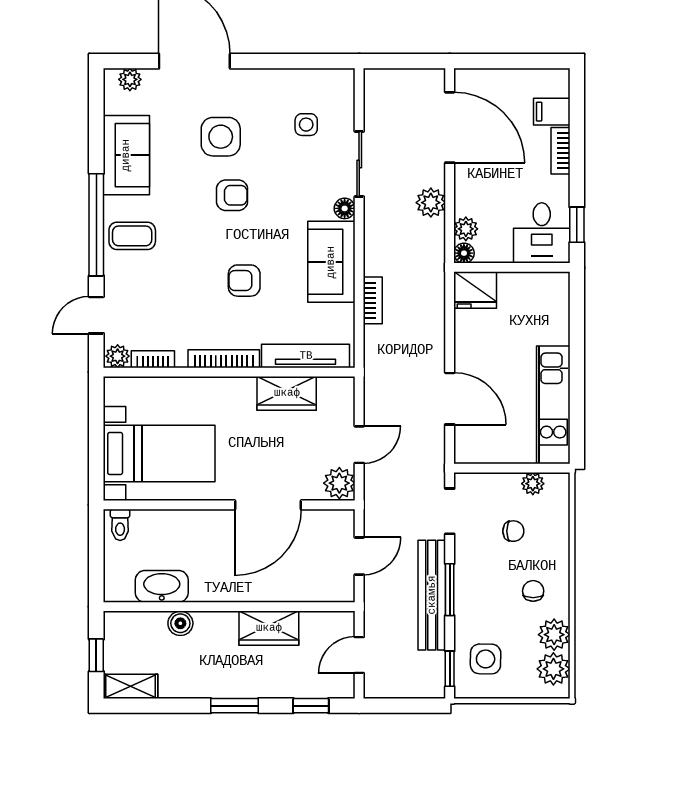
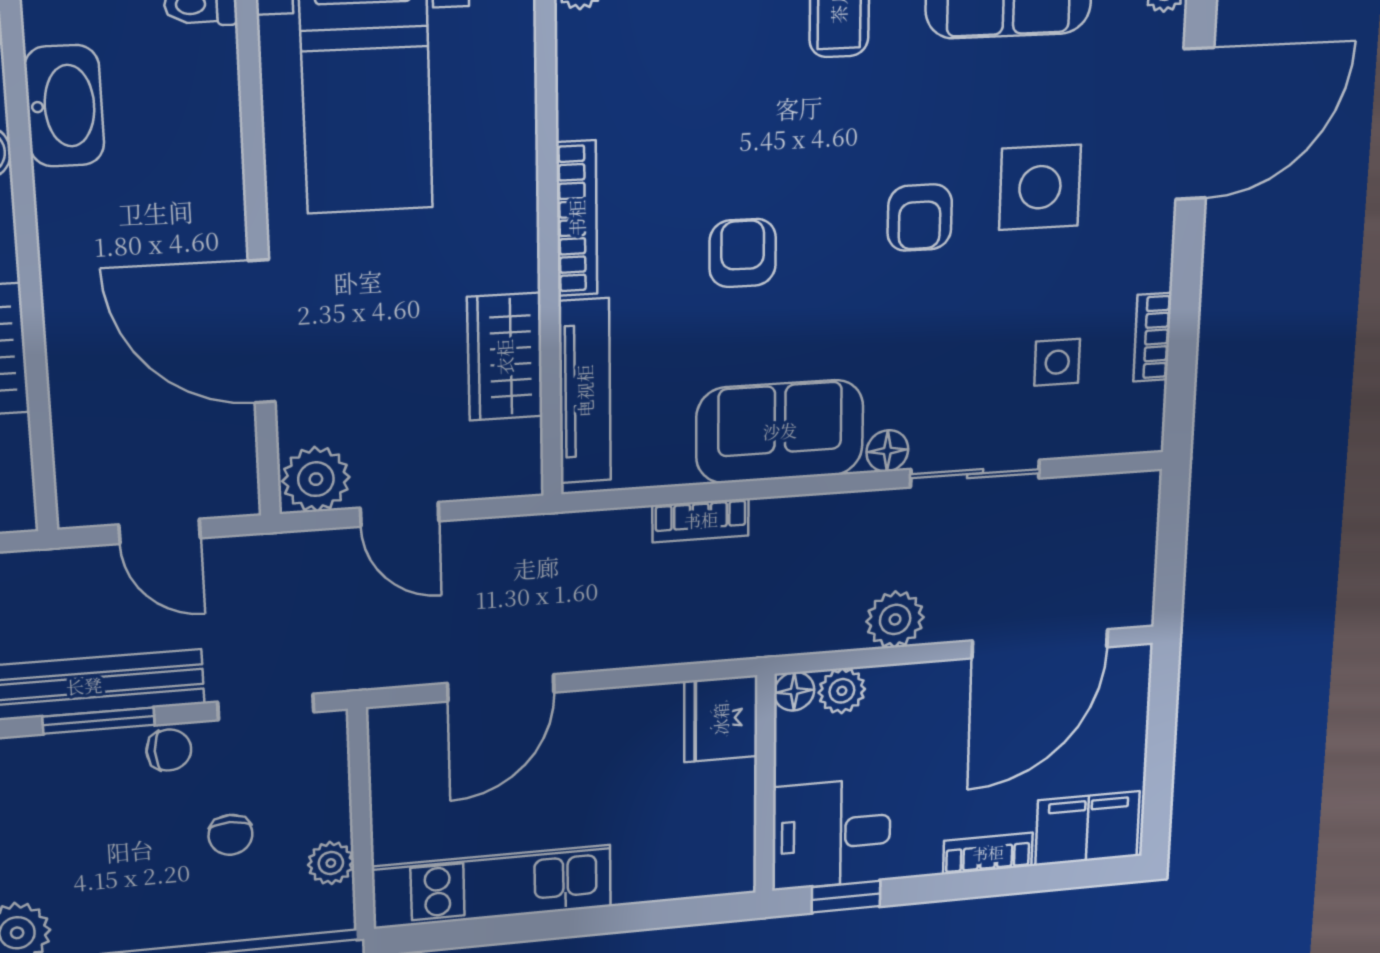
filing cabinet: (552, 112) -> (1088, 828), width x2.00
bookcase: (153, 359) -> (1152, 337), moved, turned 180
chair: (533, 591) -> (169, 750), moved

